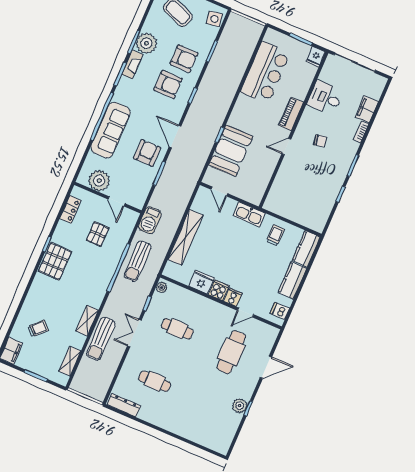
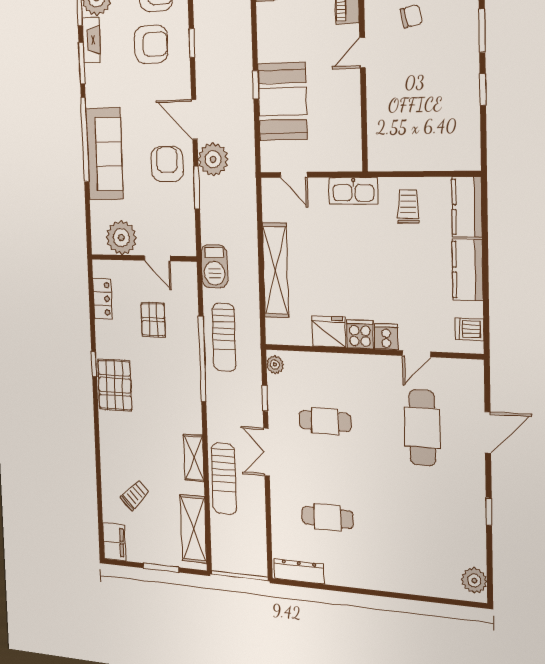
plant: (176, 163) -> (213, 159), added
shelving: (70, 361) -> (193, 529), width x1.50, depth x1.33
plant: (240, 406) -> (474, 580), moved

